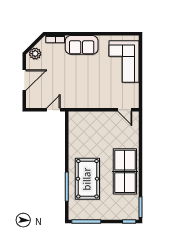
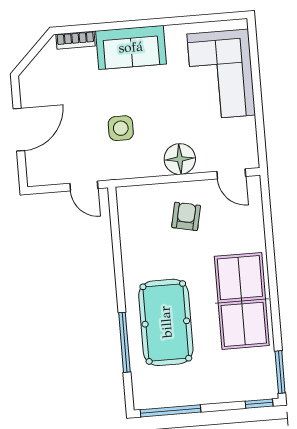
plant: (35, 54) -> (37, 73), removed
side table: (73, 83) -> (121, 128), added
floor lamp: (101, 101) -> (180, 159), added
door: (53, 110) -> (84, 186), swing flipped
armchair: (101, 128) -> (186, 216), added

